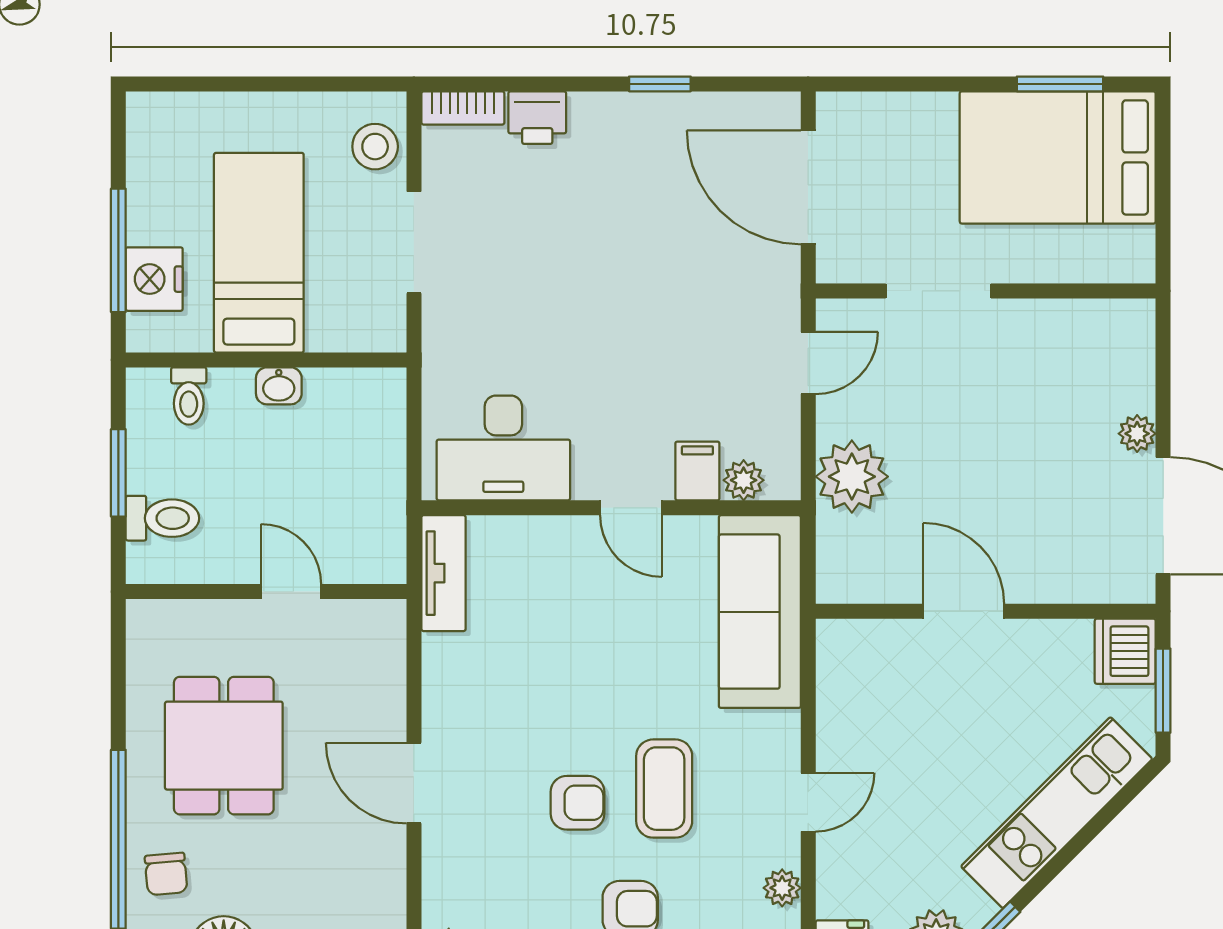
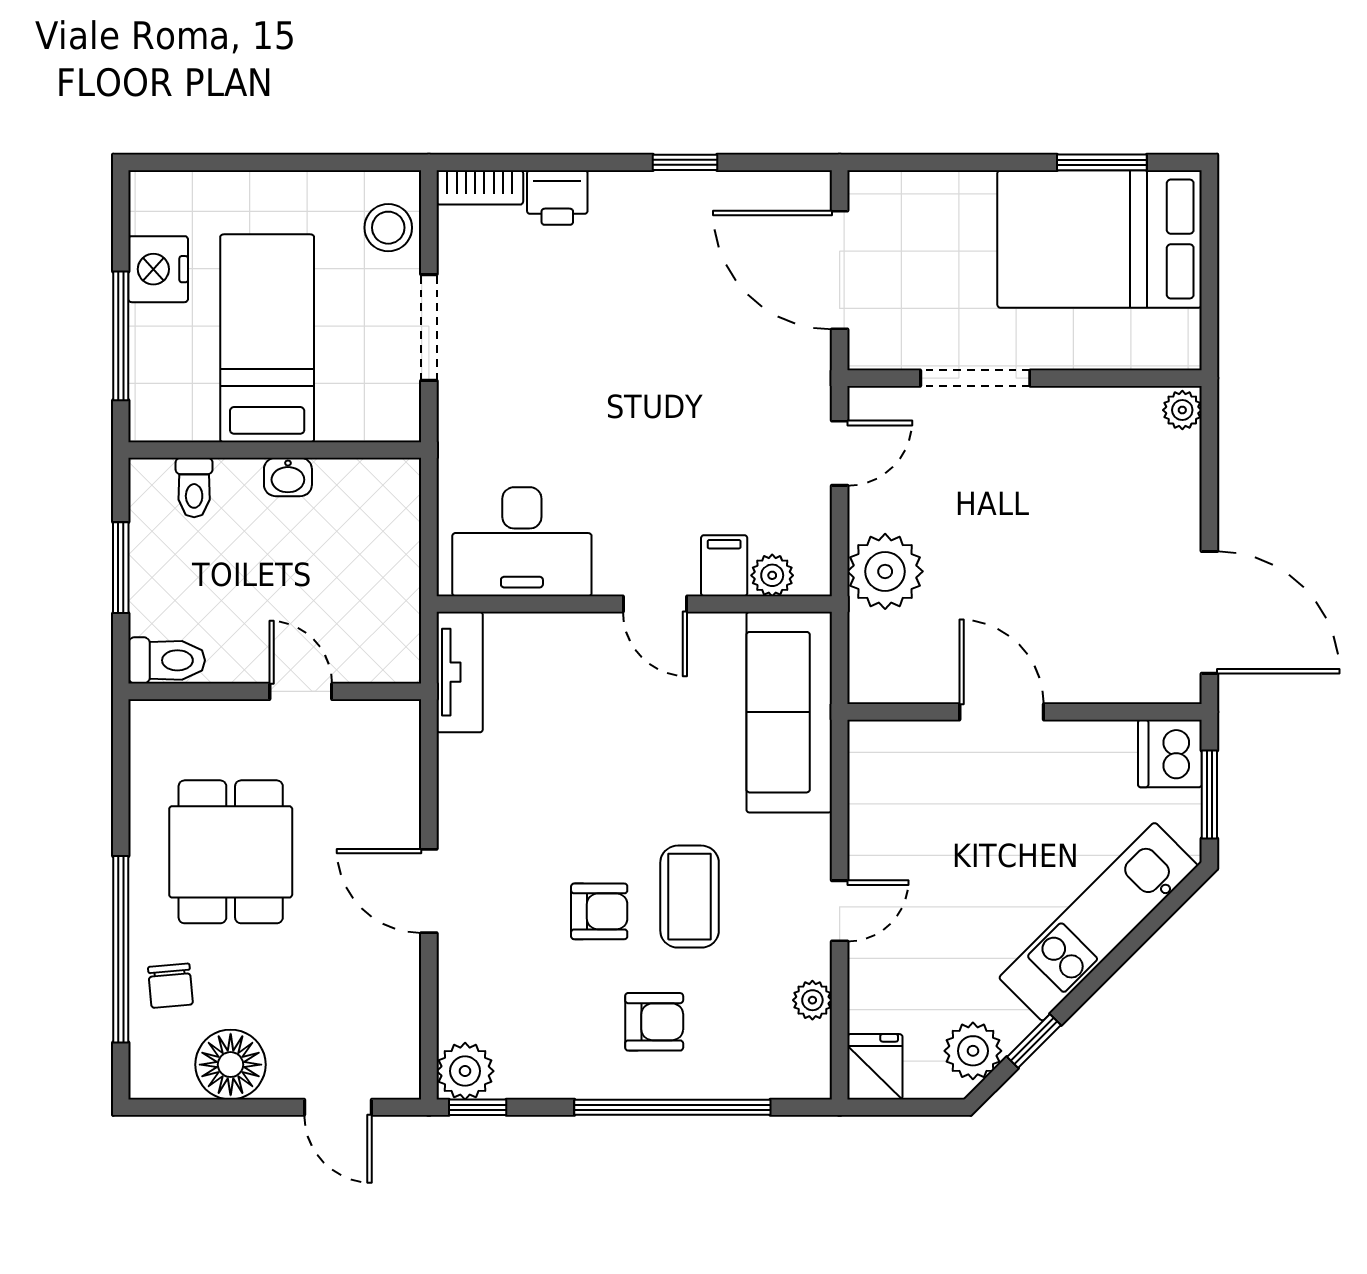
nightstand: (154, 279) -> (158, 269), moved
plant: (1137, 434) -> (1182, 410), moved
toilet: (162, 518) -> (167, 660), moved

